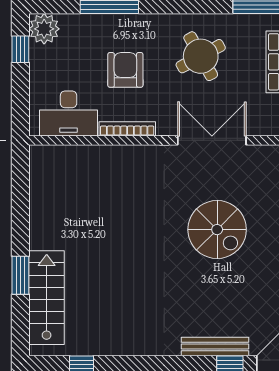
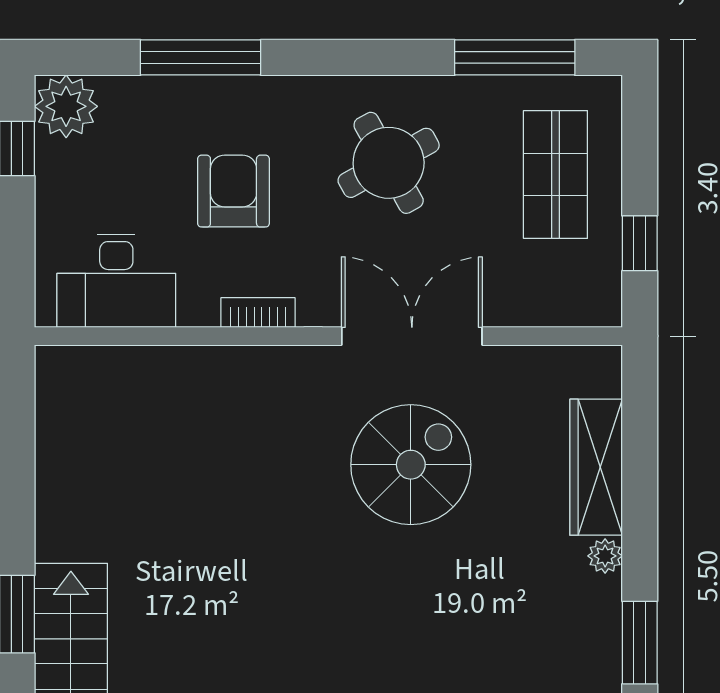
bookcase: (127, 129) -> (258, 313), width x0.64
spiral stairs: (217, 230) -> (411, 465), moved, turned -90

